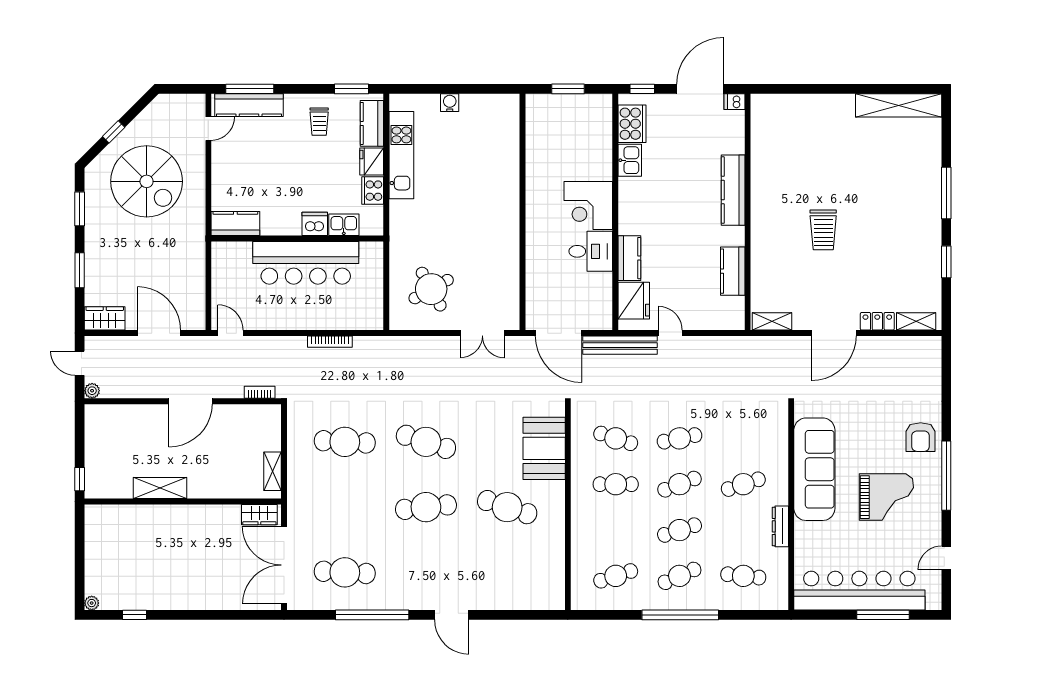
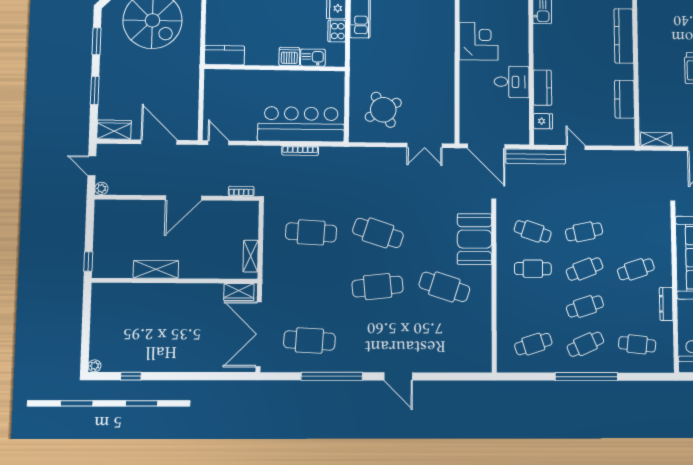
corner desk: (588, 206) -> (479, 41), moved, turned 180
bar counter: (306, 263) -> (301, 124), moved, turned 180
fridge: (634, 301) -> (543, 121), width x0.53, depth x0.75

